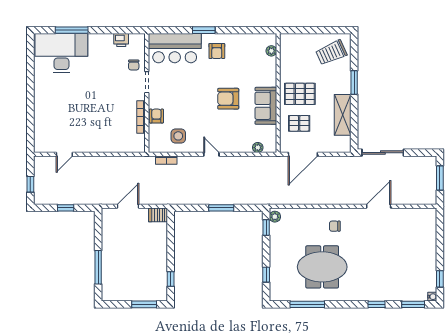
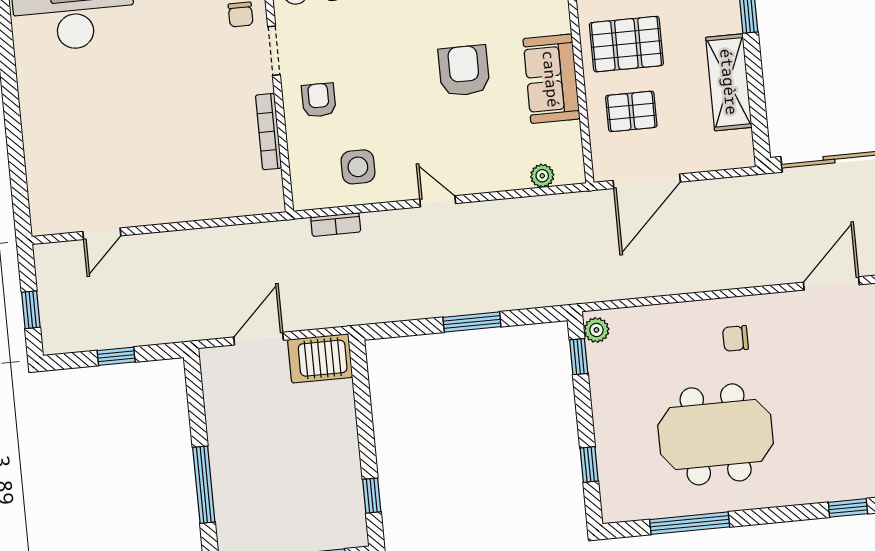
armchair: (228, 99) -> (464, 71), turned 90
armchair: (156, 116) -> (319, 100), moved
server rack: (158, 215) -> (320, 358), width x1.36, depth x1.44

